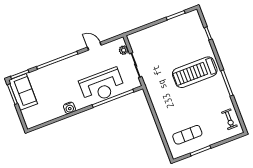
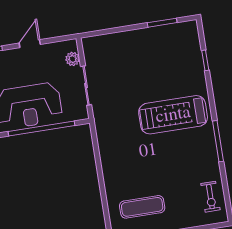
door: (94, 46) -> (30, 44), hinge flipped

